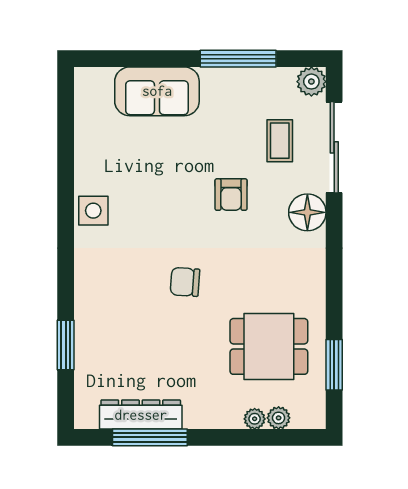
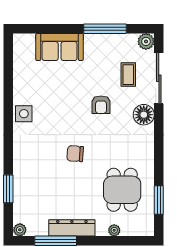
dining table: (269, 346) -> (122, 190), turned 90
dresser: (141, 415) -> (72, 228), moved
plant: (279, 418) -> (20, 230), moved

